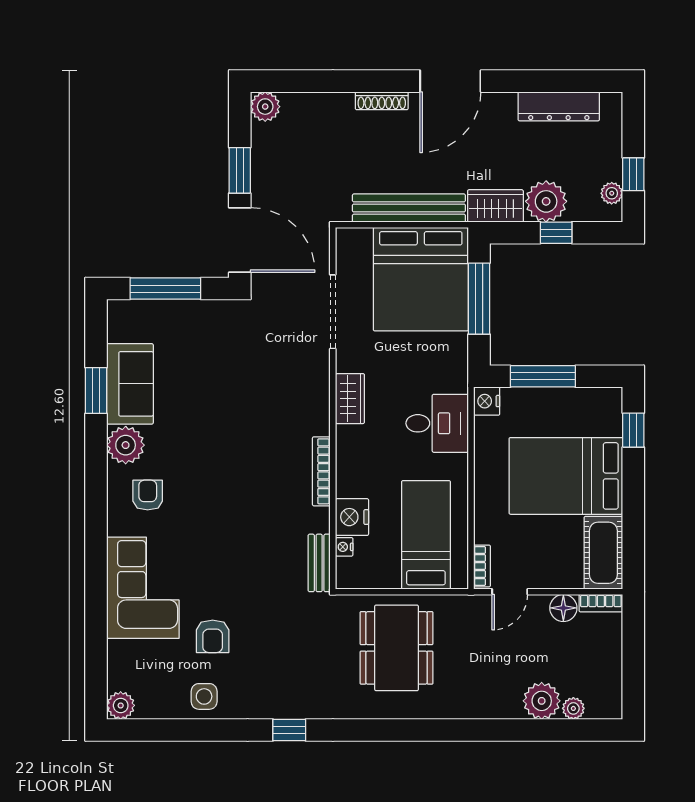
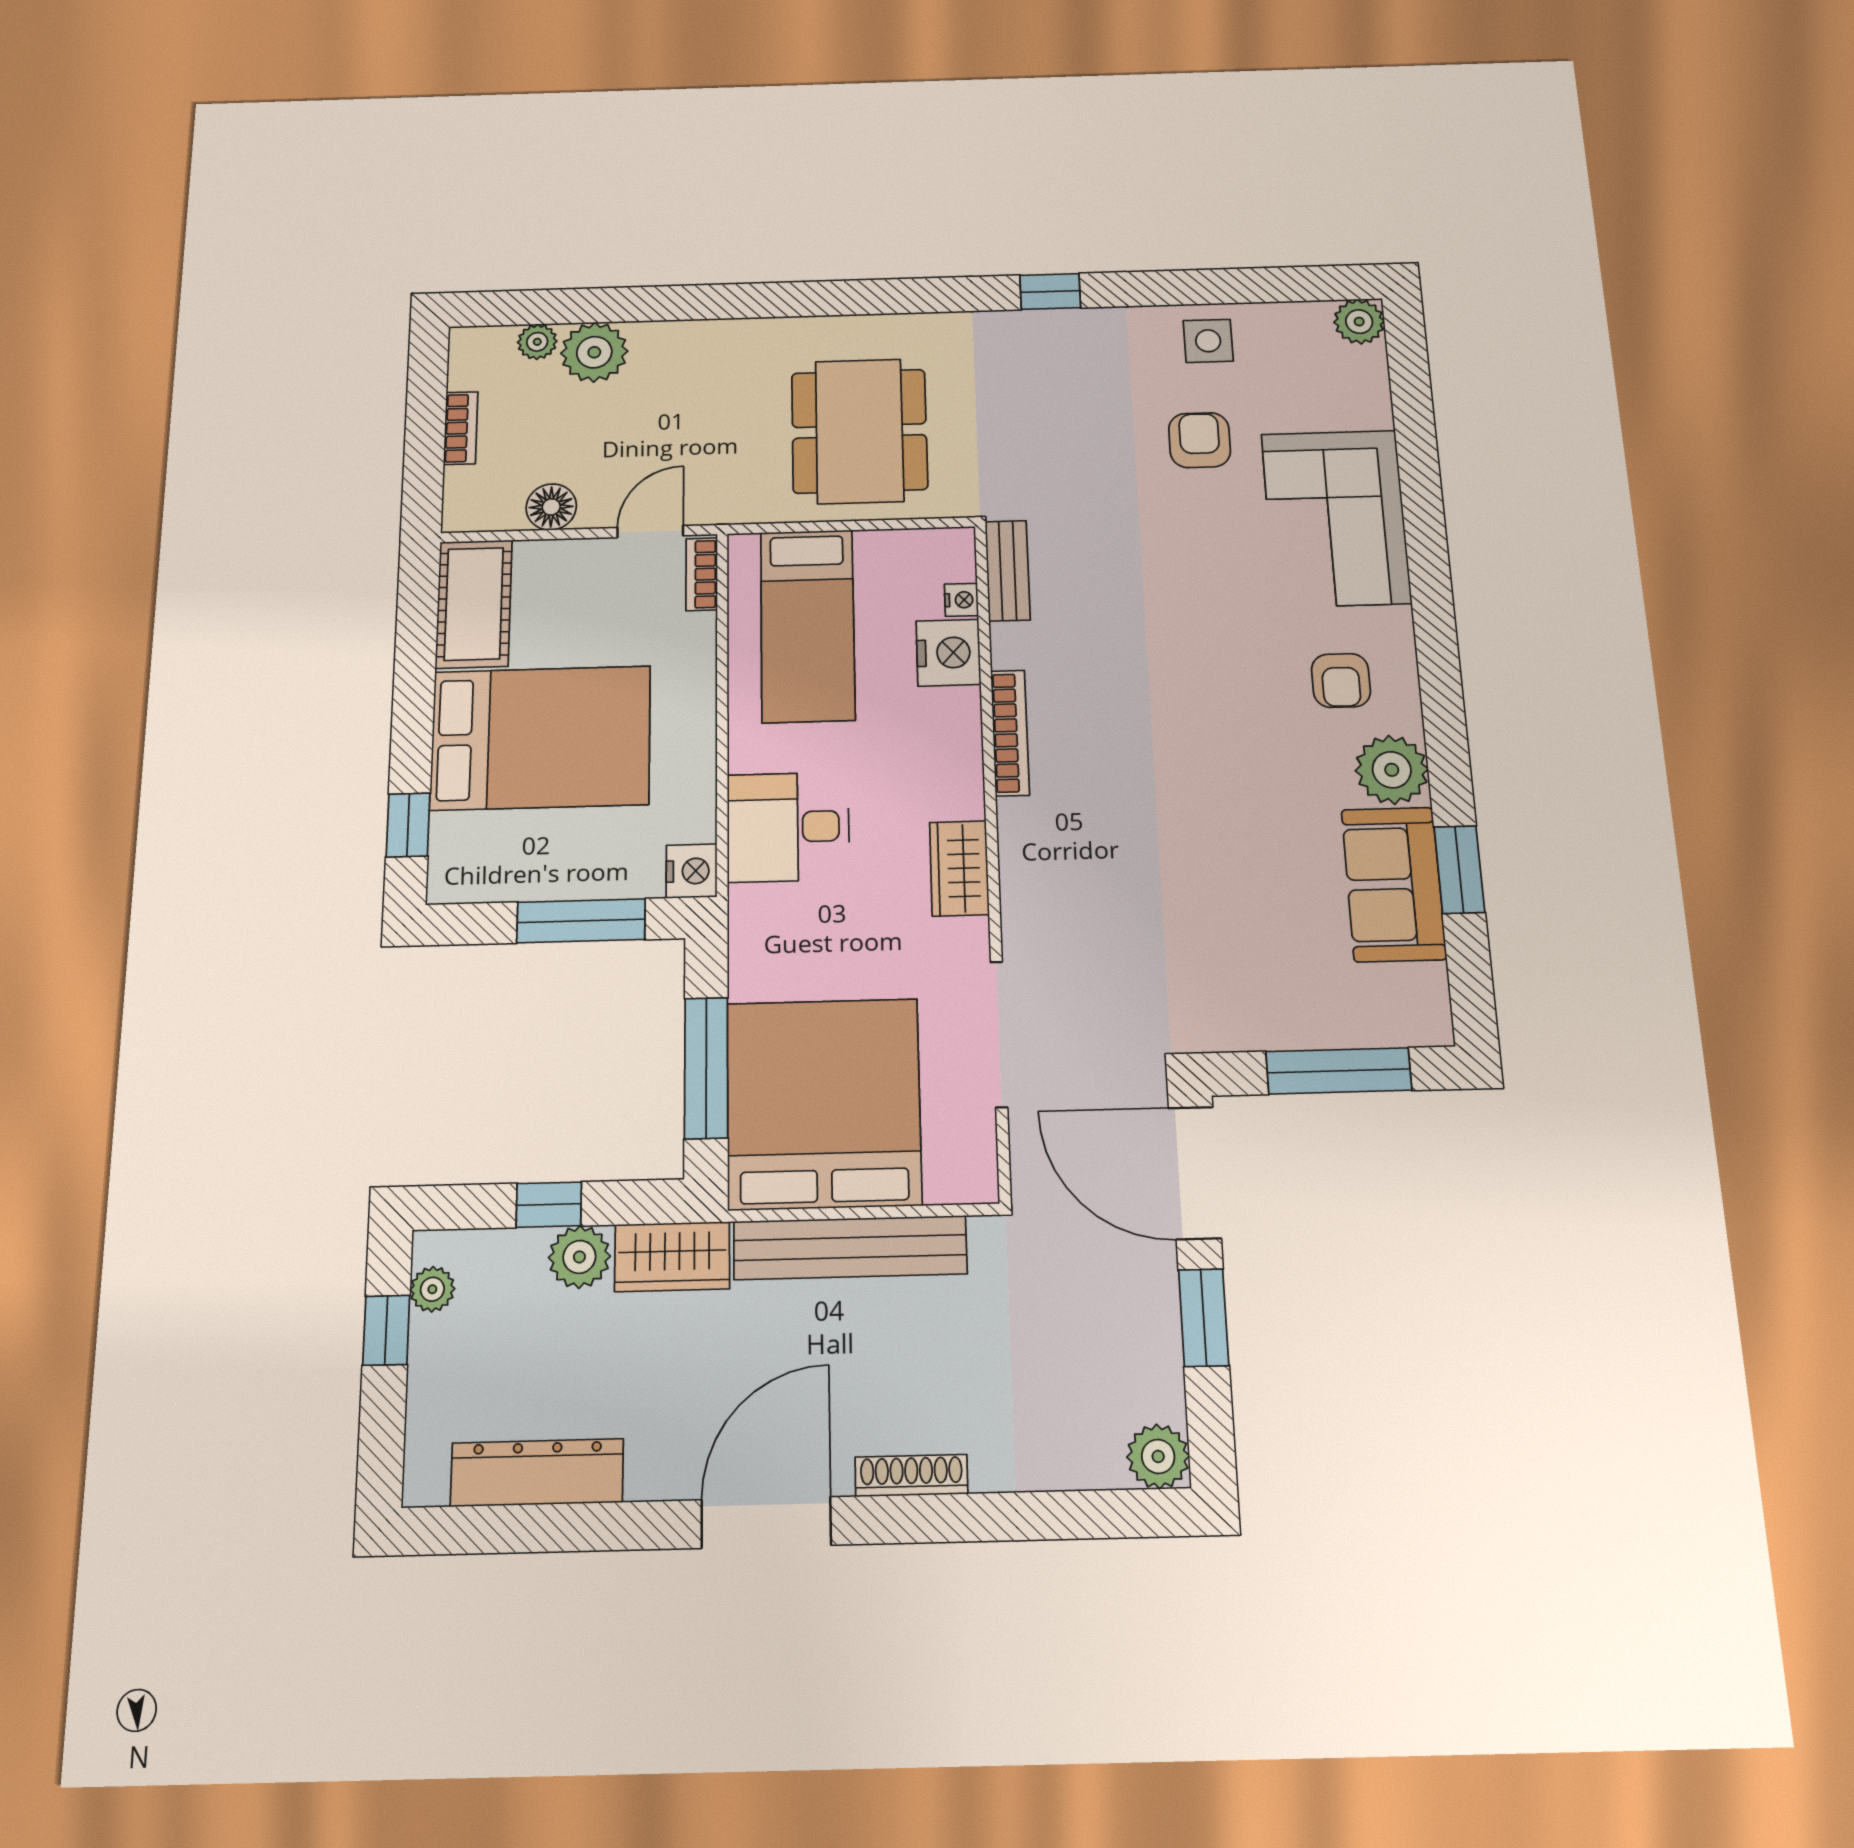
plant: (546, 201) -> (579, 1257), width x0.73, depth x0.73
bookcase: (601, 603) -> (461, 428), moved, turned 90

